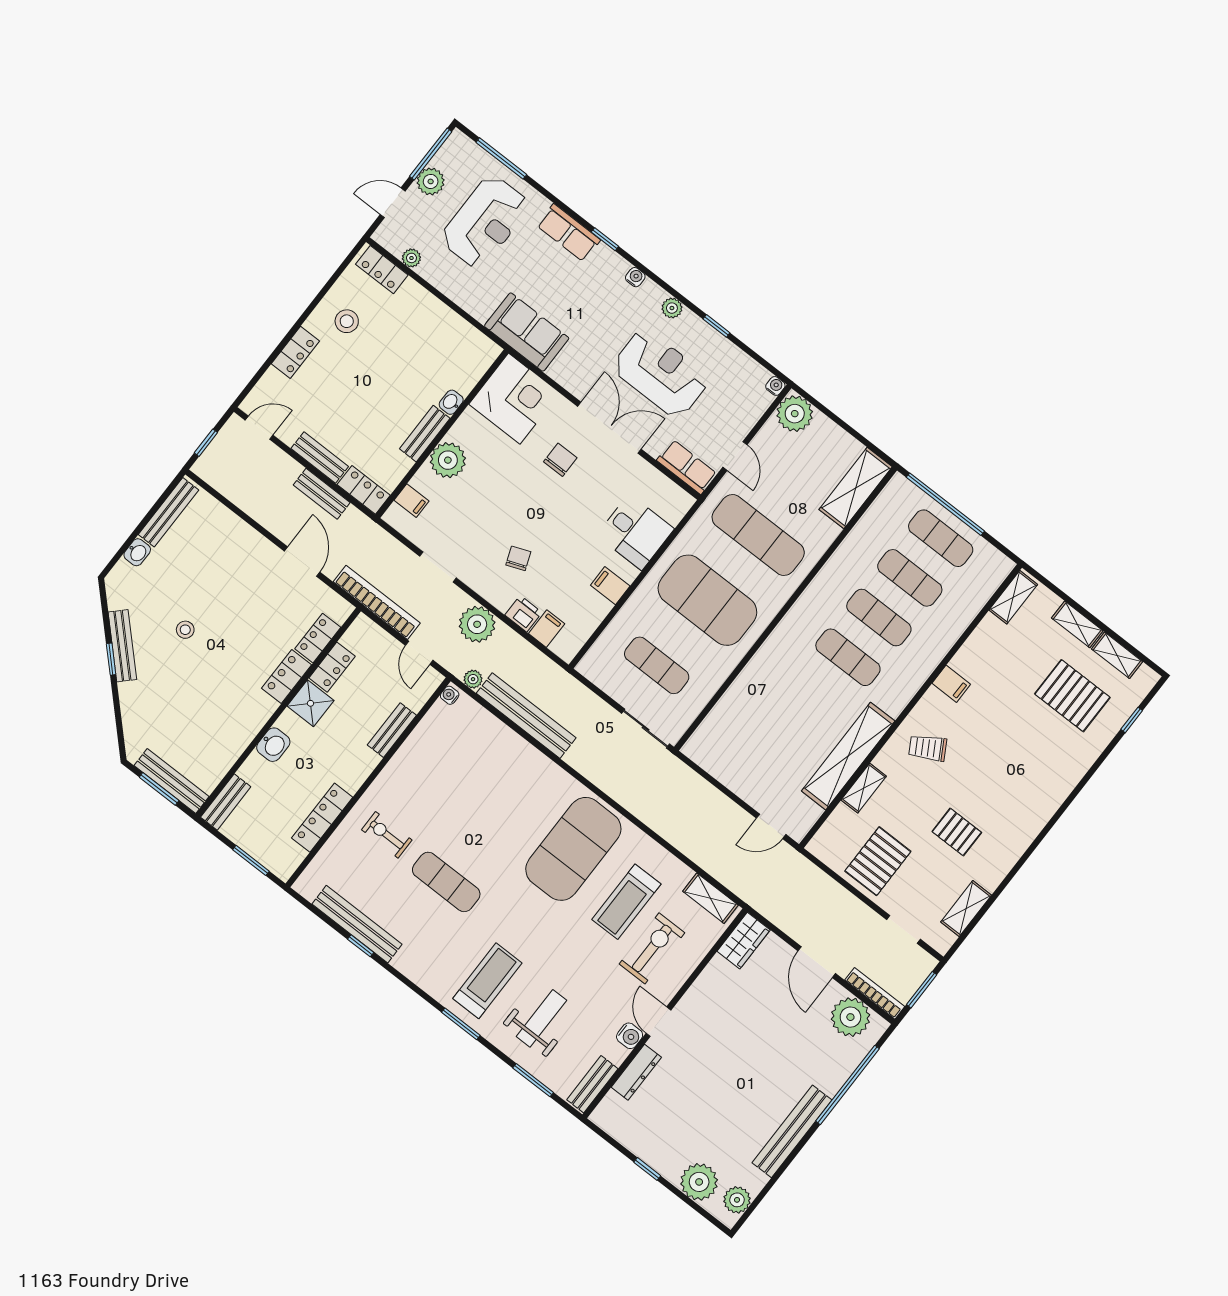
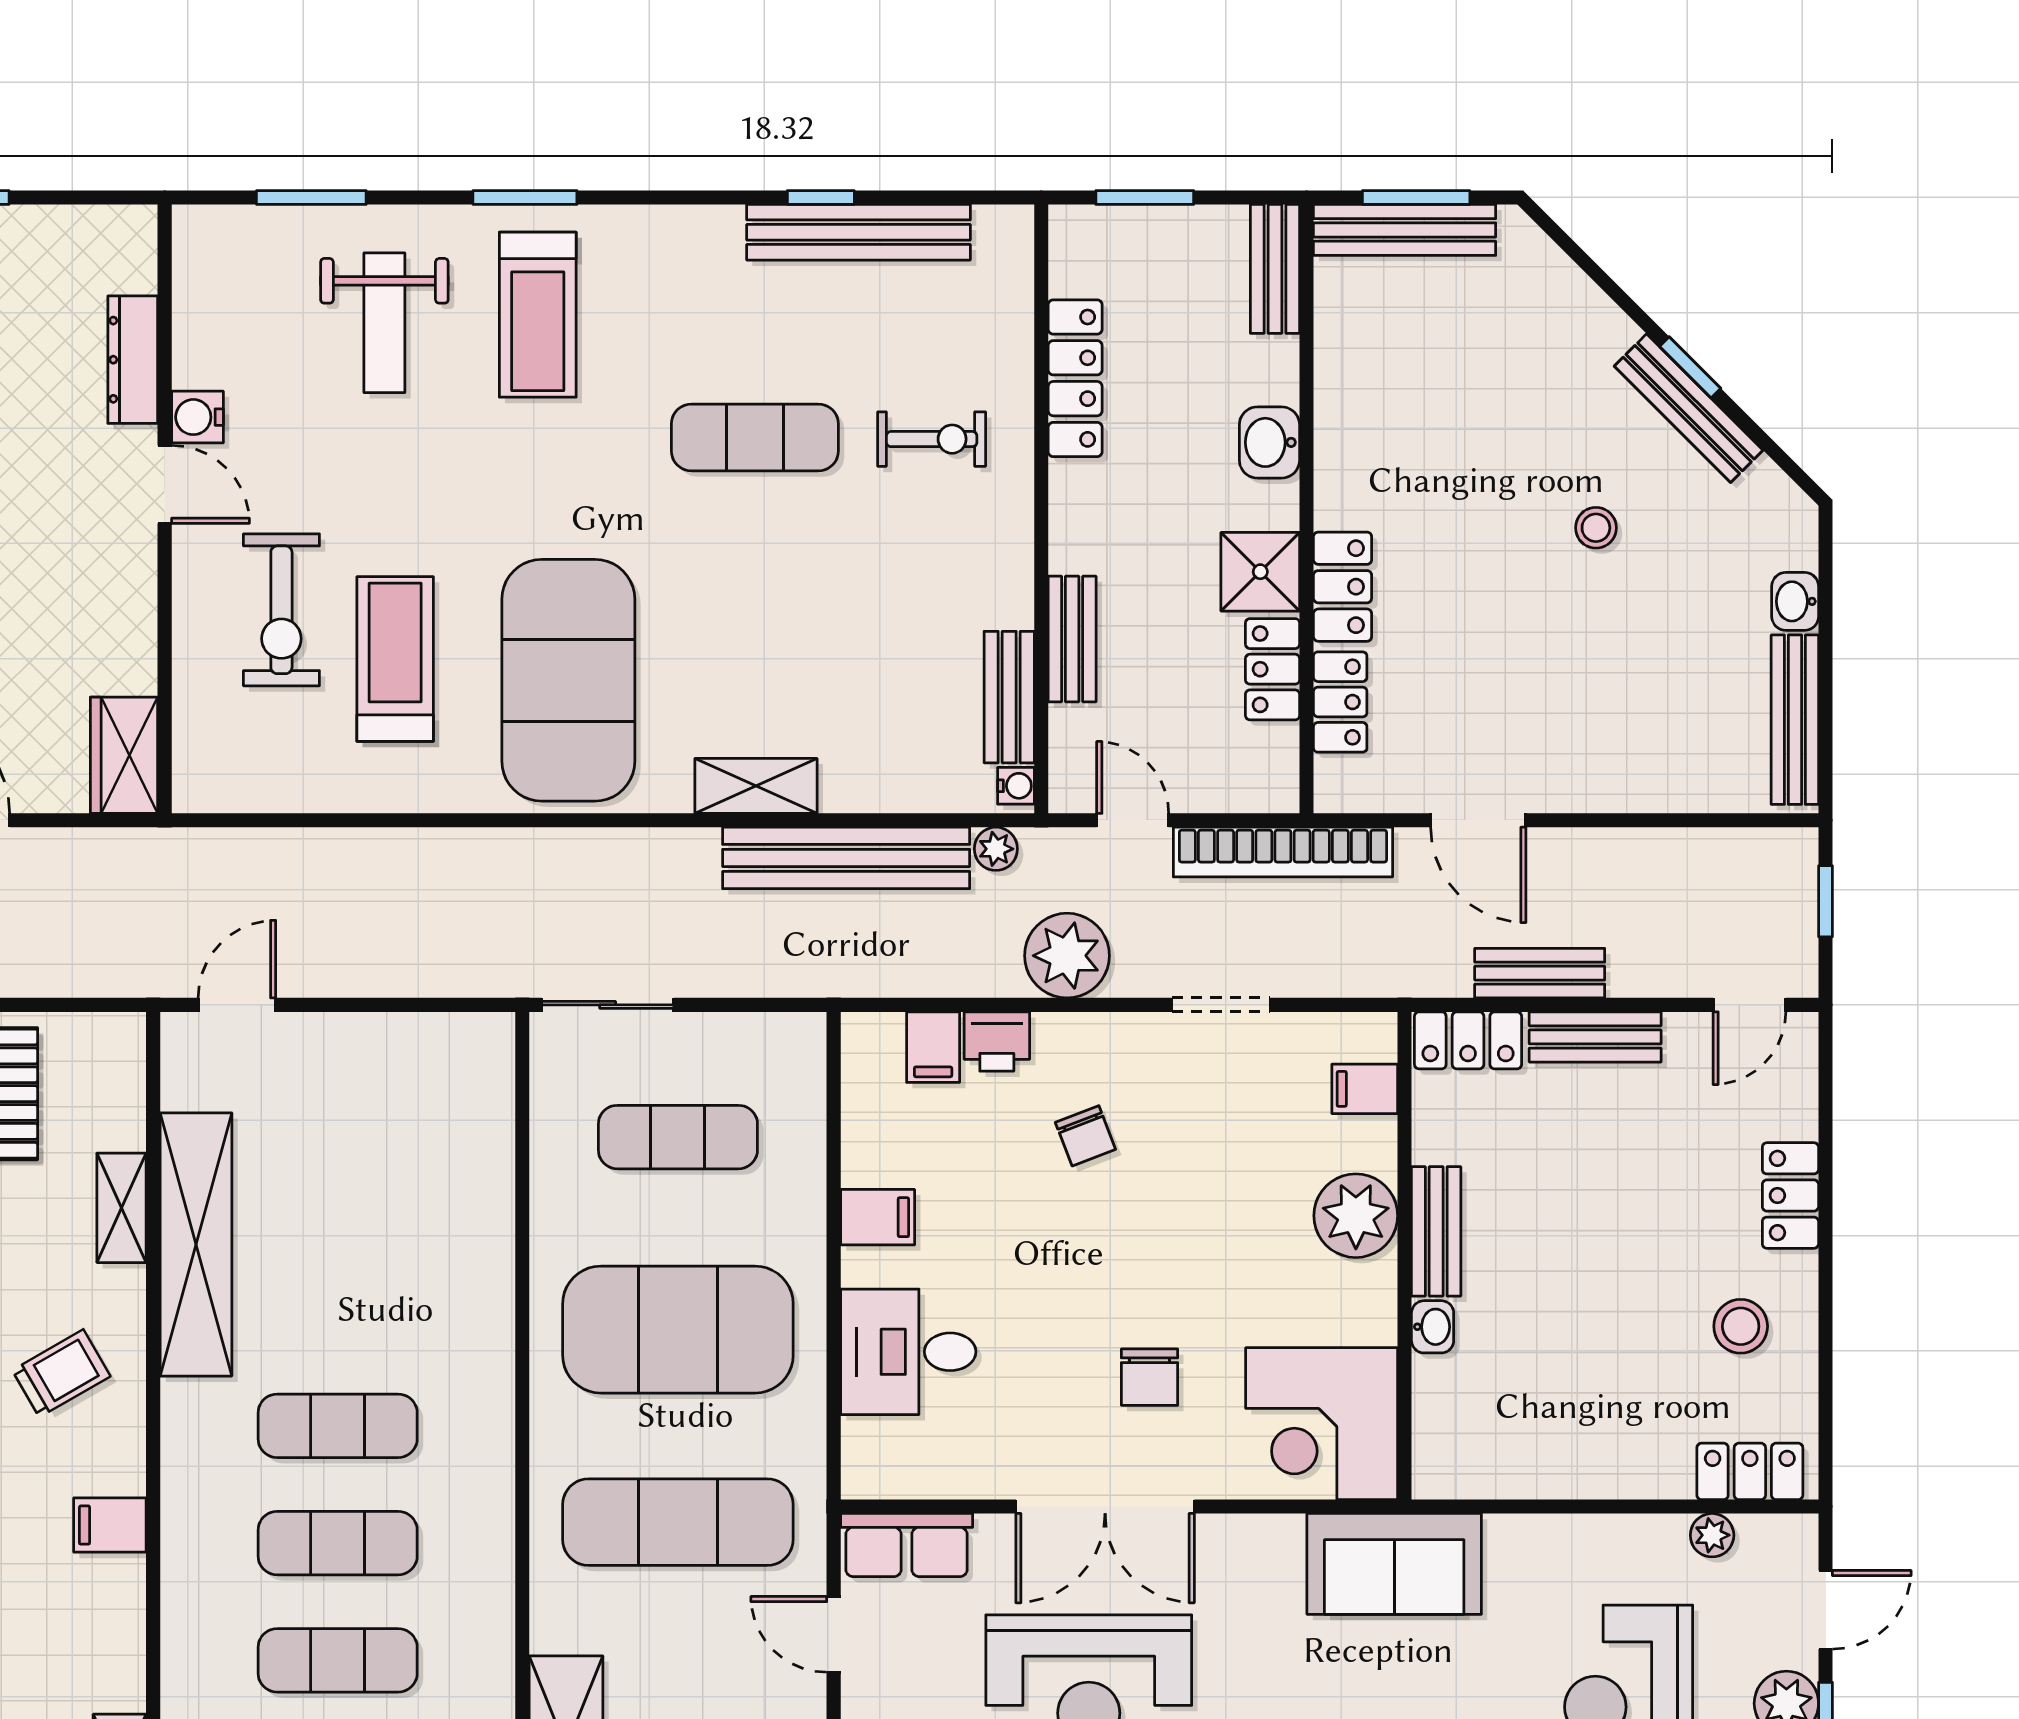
shelving: (710, 898) -> (756, 786), moved
bench: (592, 1084) -> (1009, 697), moved

